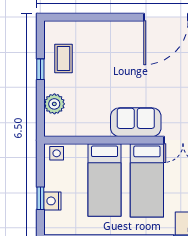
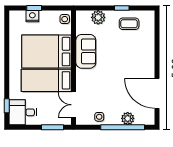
sofa: (136, 122) -> (86, 51), moved
bed: (105, 180) -> (47, 52), width x1.50

